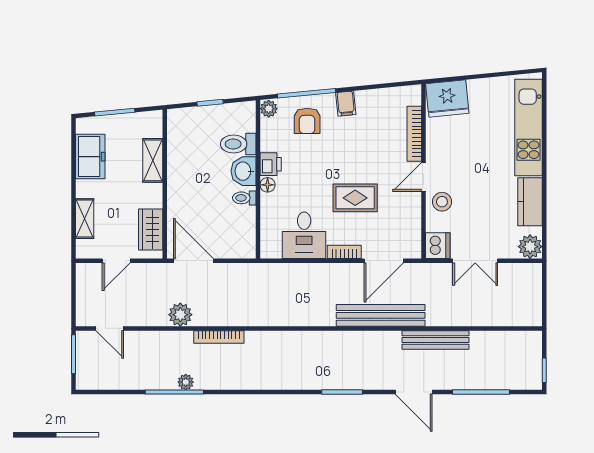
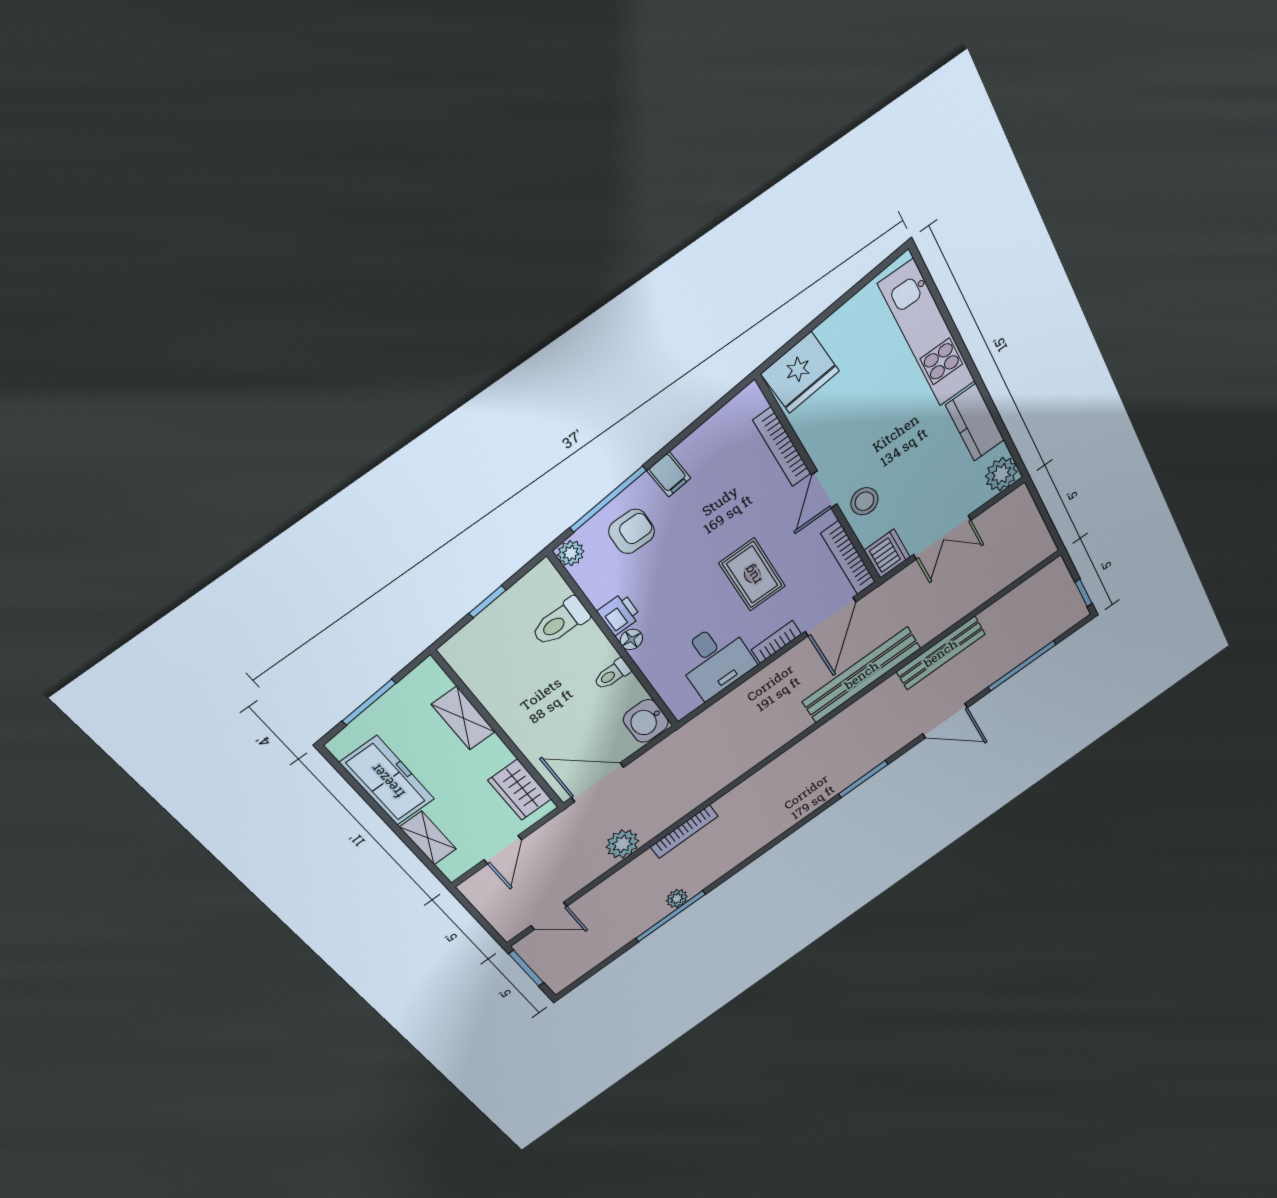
armchair: (307, 121) -> (632, 531), turned -90
freezer: (90, 157) -> (387, 781), width x1.40
washbasin: (244, 171) -> (646, 721), moved
rug: (355, 198) -> (752, 575), turned 90
bookcase: (414, 230) -> (848, 558), added

